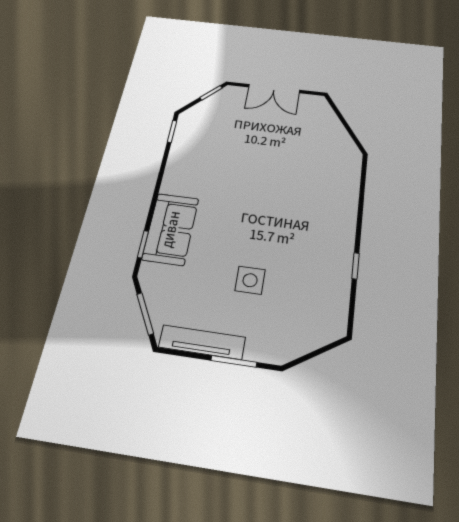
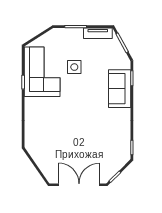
double door: (274, 89) -> (79, 185), width x1.37
corner sofa: (315, 280) -> (42, 72), added
tv unit: (202, 342) -> (98, 33), width x0.71

